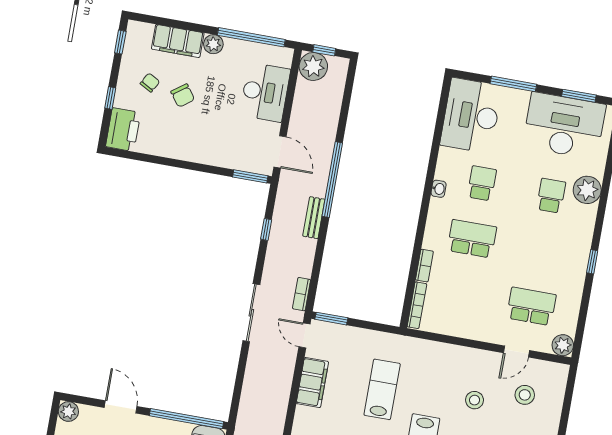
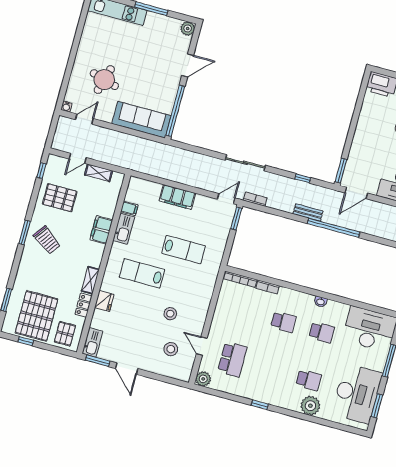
school desk: (472, 239) -> (283, 322), width x0.54
filing cabinet: (312, 383) -> (177, 197), moved

